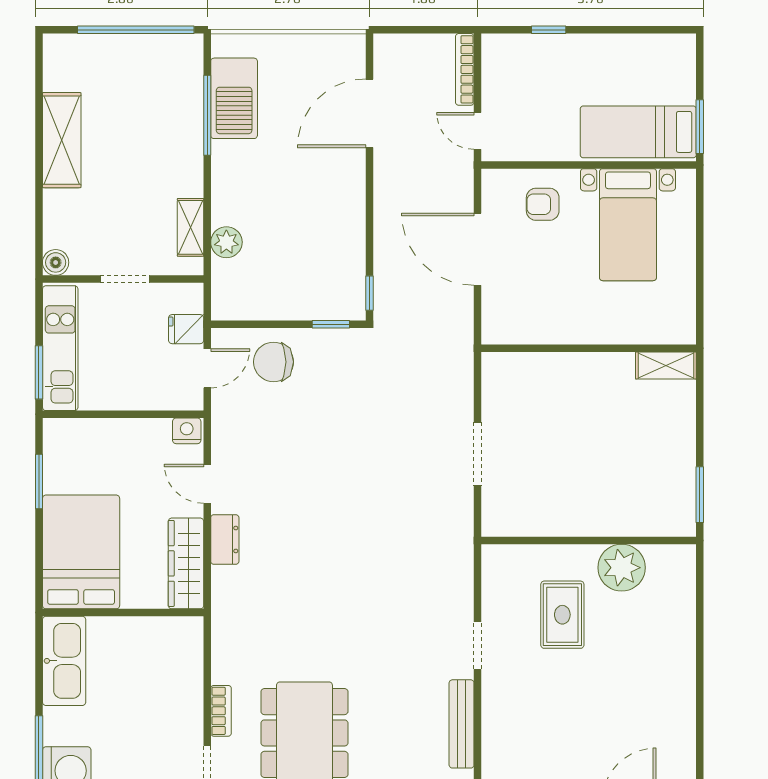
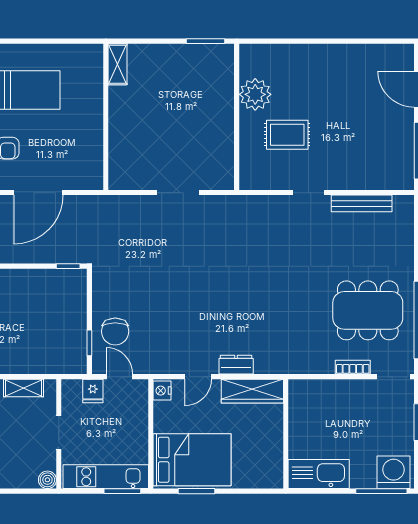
plant: (226, 242) -> (34, 364), removed
window: (331, 324) -> (89, 343), moved
bed: (81, 552) -> (192, 460), moved, turned 180

